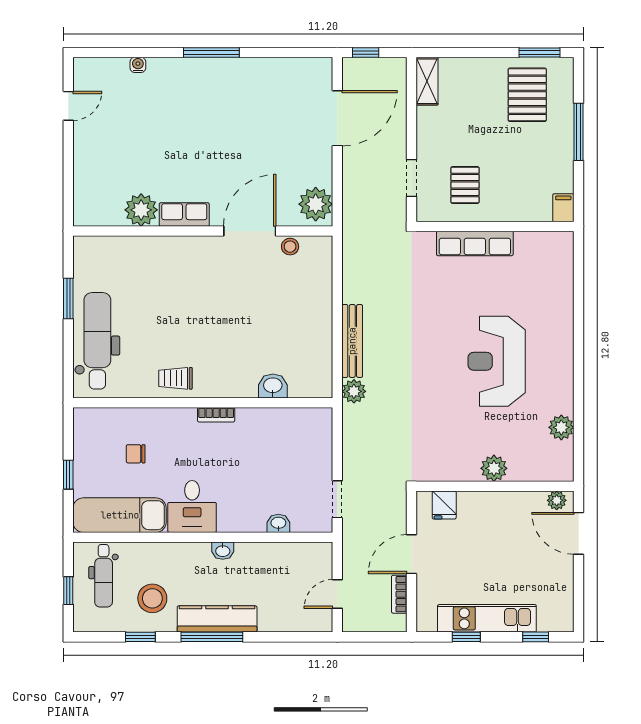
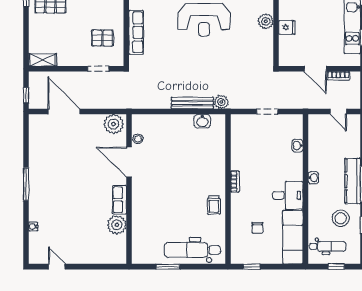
washbasin: (273, 386) -> (202, 121), moved, turned -90
window: (68, 475) -> (252, 267), moved
doorway: (337, 499) -> (267, 112), moved
fridge: (444, 505) -> (287, 27), moved

